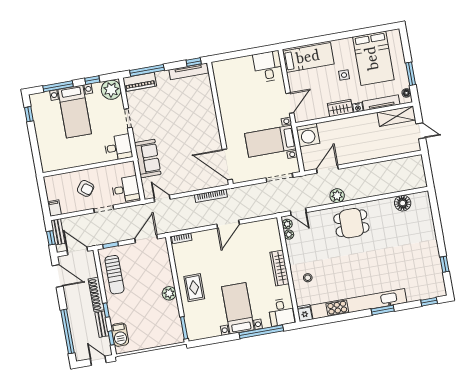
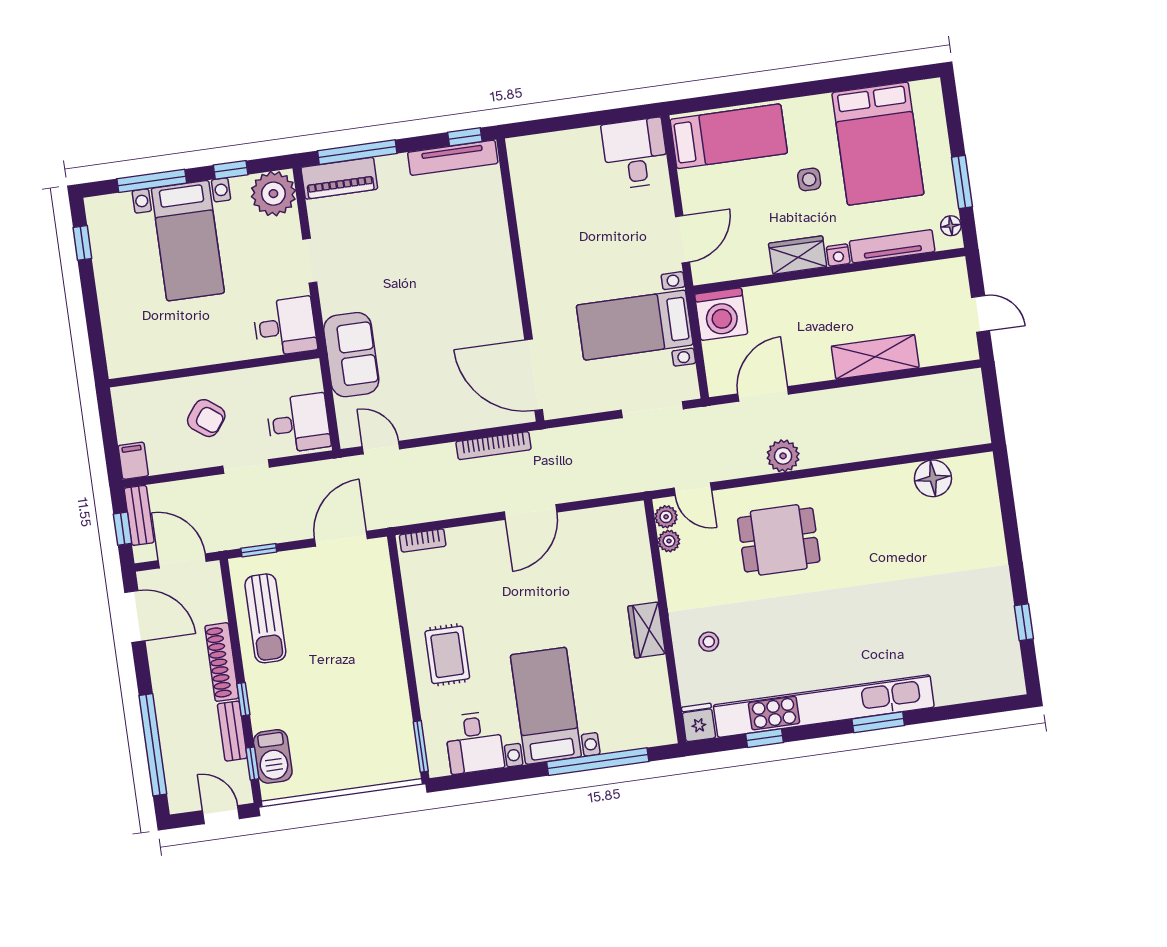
shelving: (396, 116) -> (875, 357), moved
dining table: (351, 223) -> (779, 540), moved
wardrobe: (279, 268) -> (647, 630), width x0.67
plant: (169, 293) -> (389, 666), removed
window: (429, 302) -> (764, 738), moved
desk: (281, 312) -> (474, 743), moved

